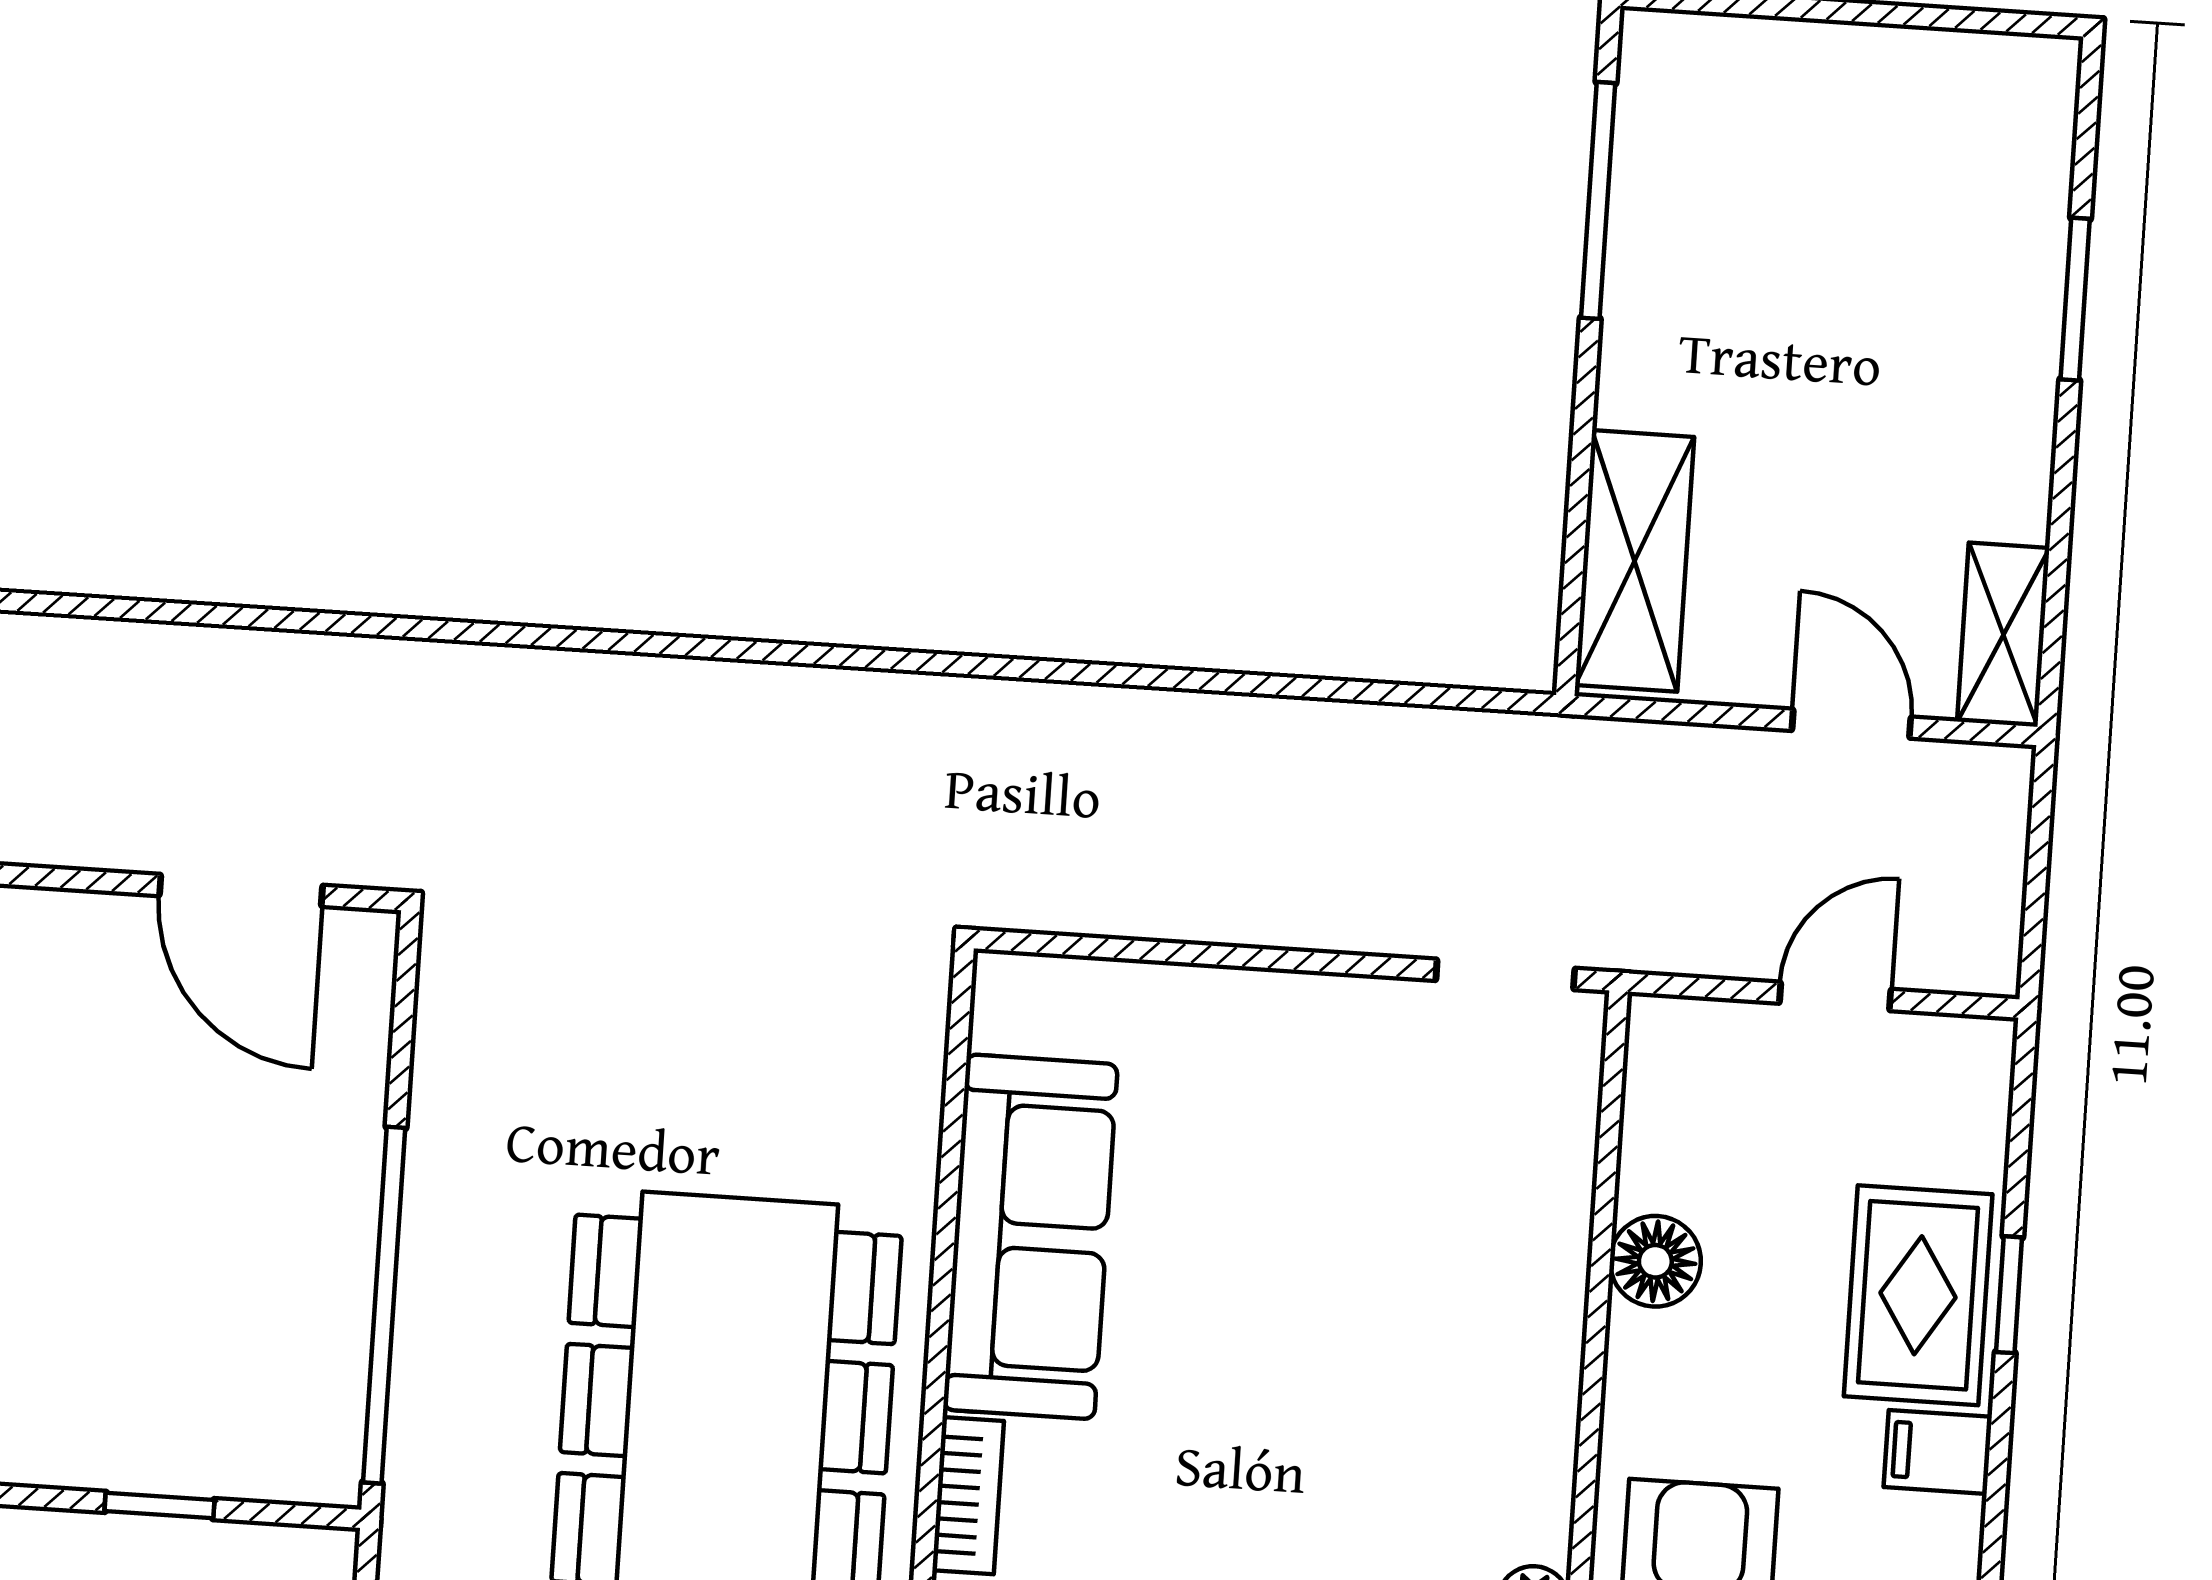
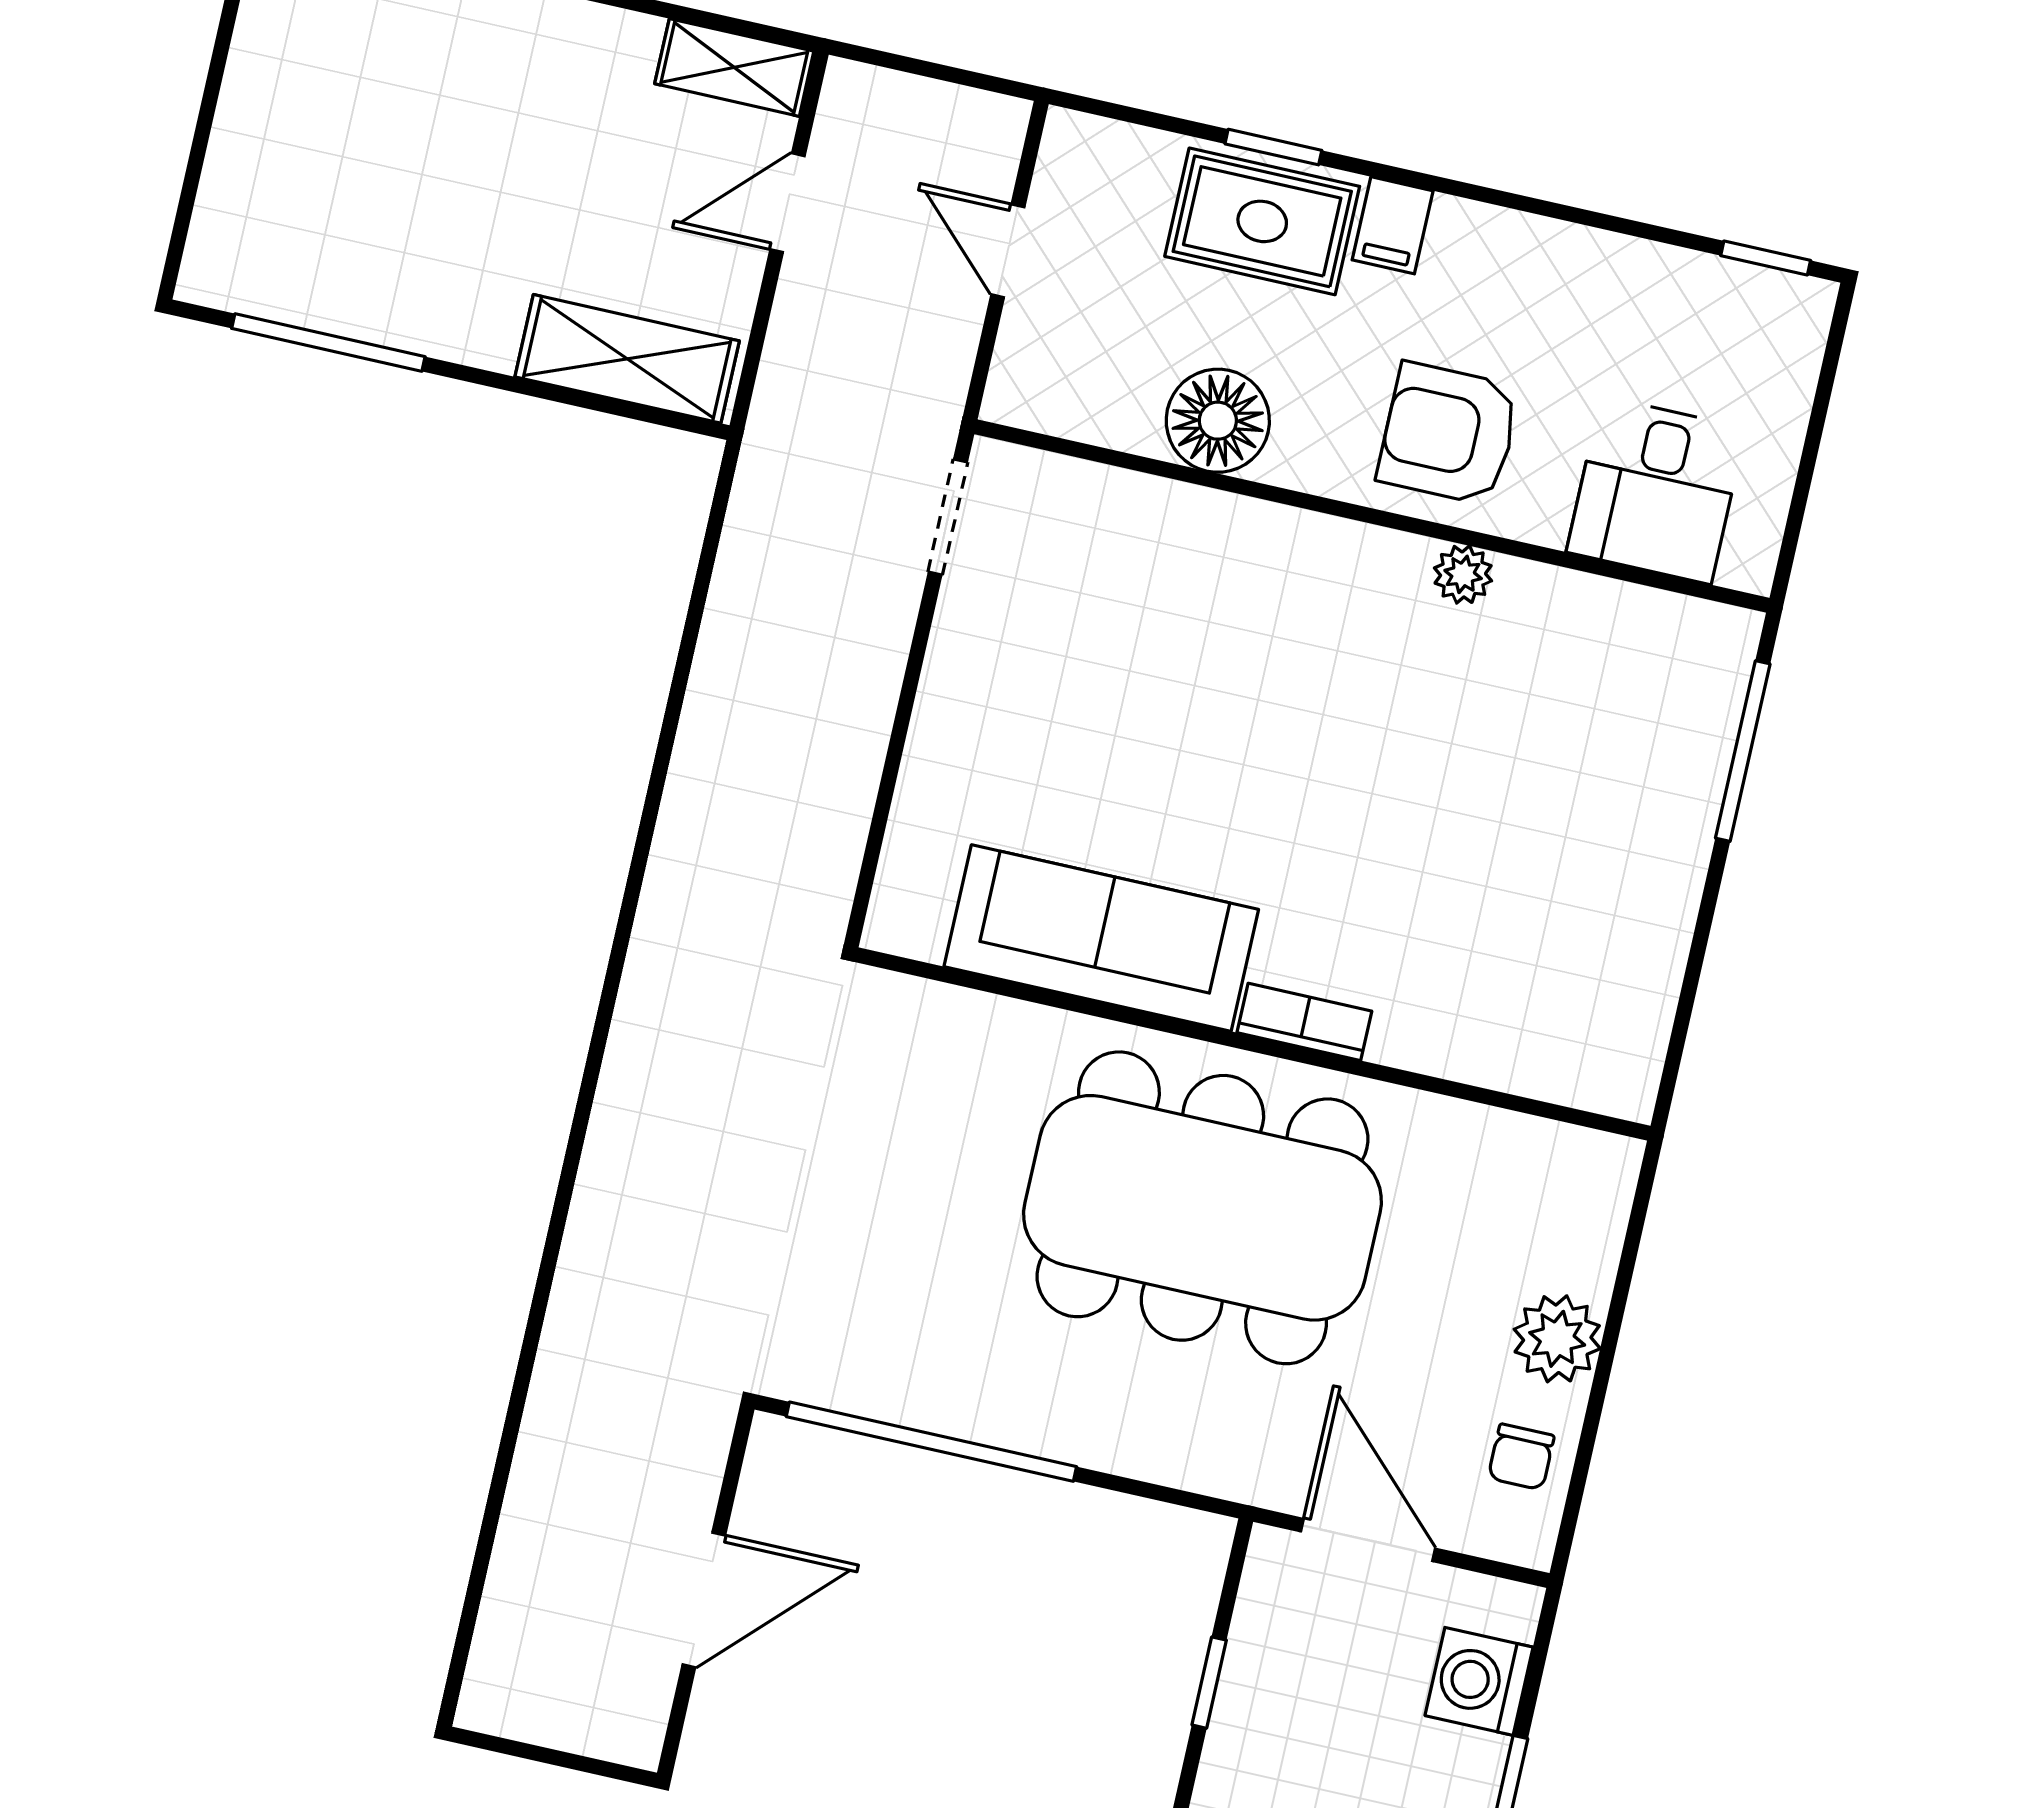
door: (241, 890) -> (704, 1600), moved
floor lamp: (1655, 1261) -> (1218, 421), width x1.38, depth x1.38
window: (384, 1305) -> (931, 1442), moved

